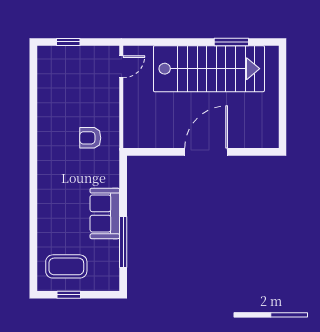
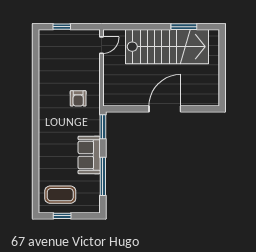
armchair: (90, 138) -> (78, 98), turned -90
window: (123, 176) -> (103, 127), added

